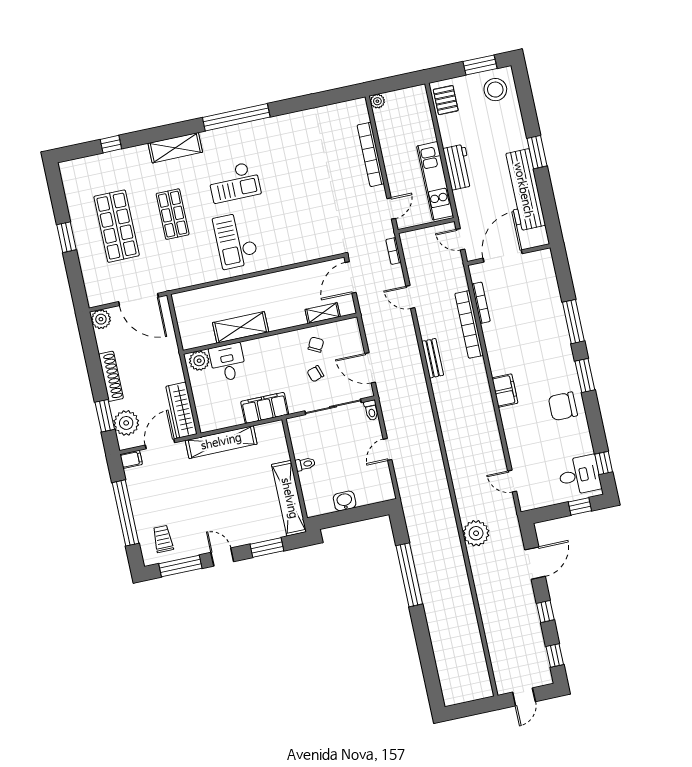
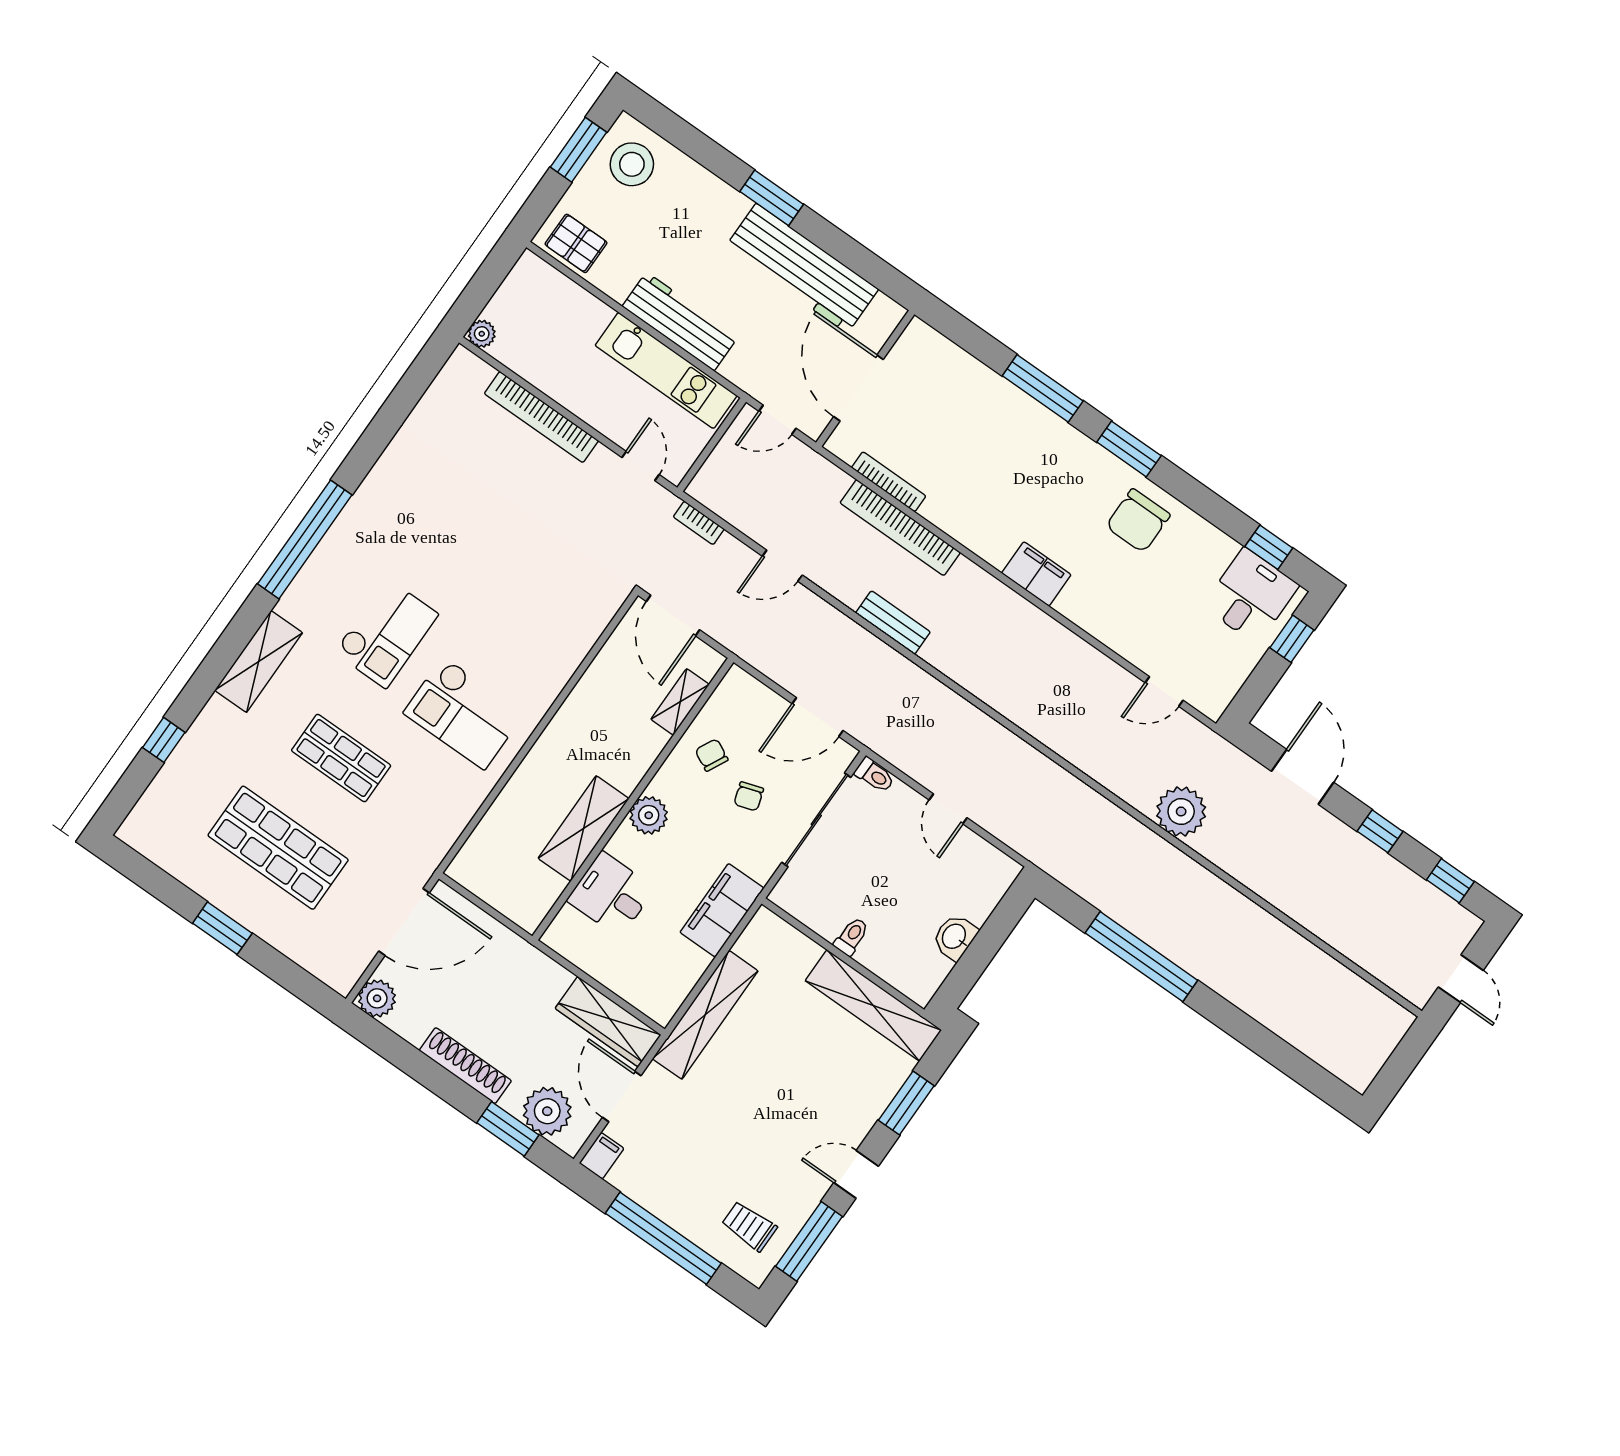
workbench: (458, 167) -> (680, 321), width x1.37
plant: (199, 361) -> (649, 815), moved

